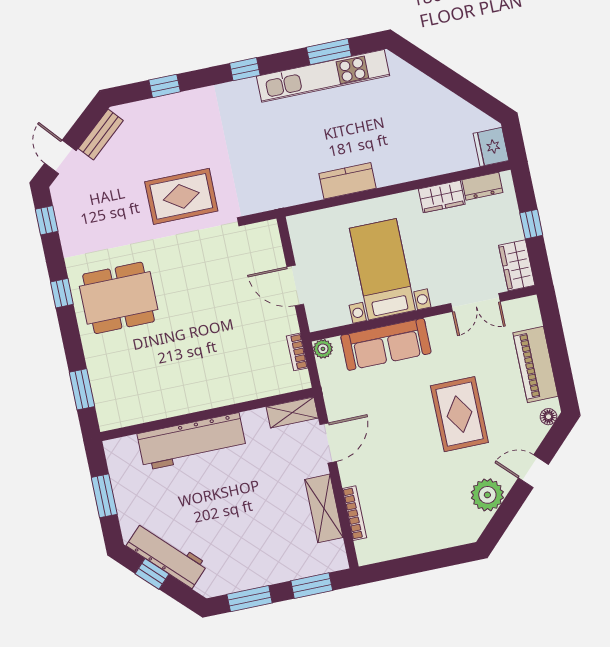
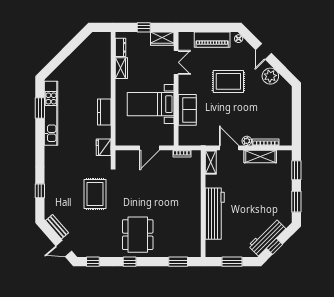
window: (245, 69) -> (40, 150), removed
fridge: (491, 147) -> (104, 147), moved, turned 90
sofa: (386, 344) -> (187, 110), width x0.73
plant: (323, 349) -> (247, 141), moved

